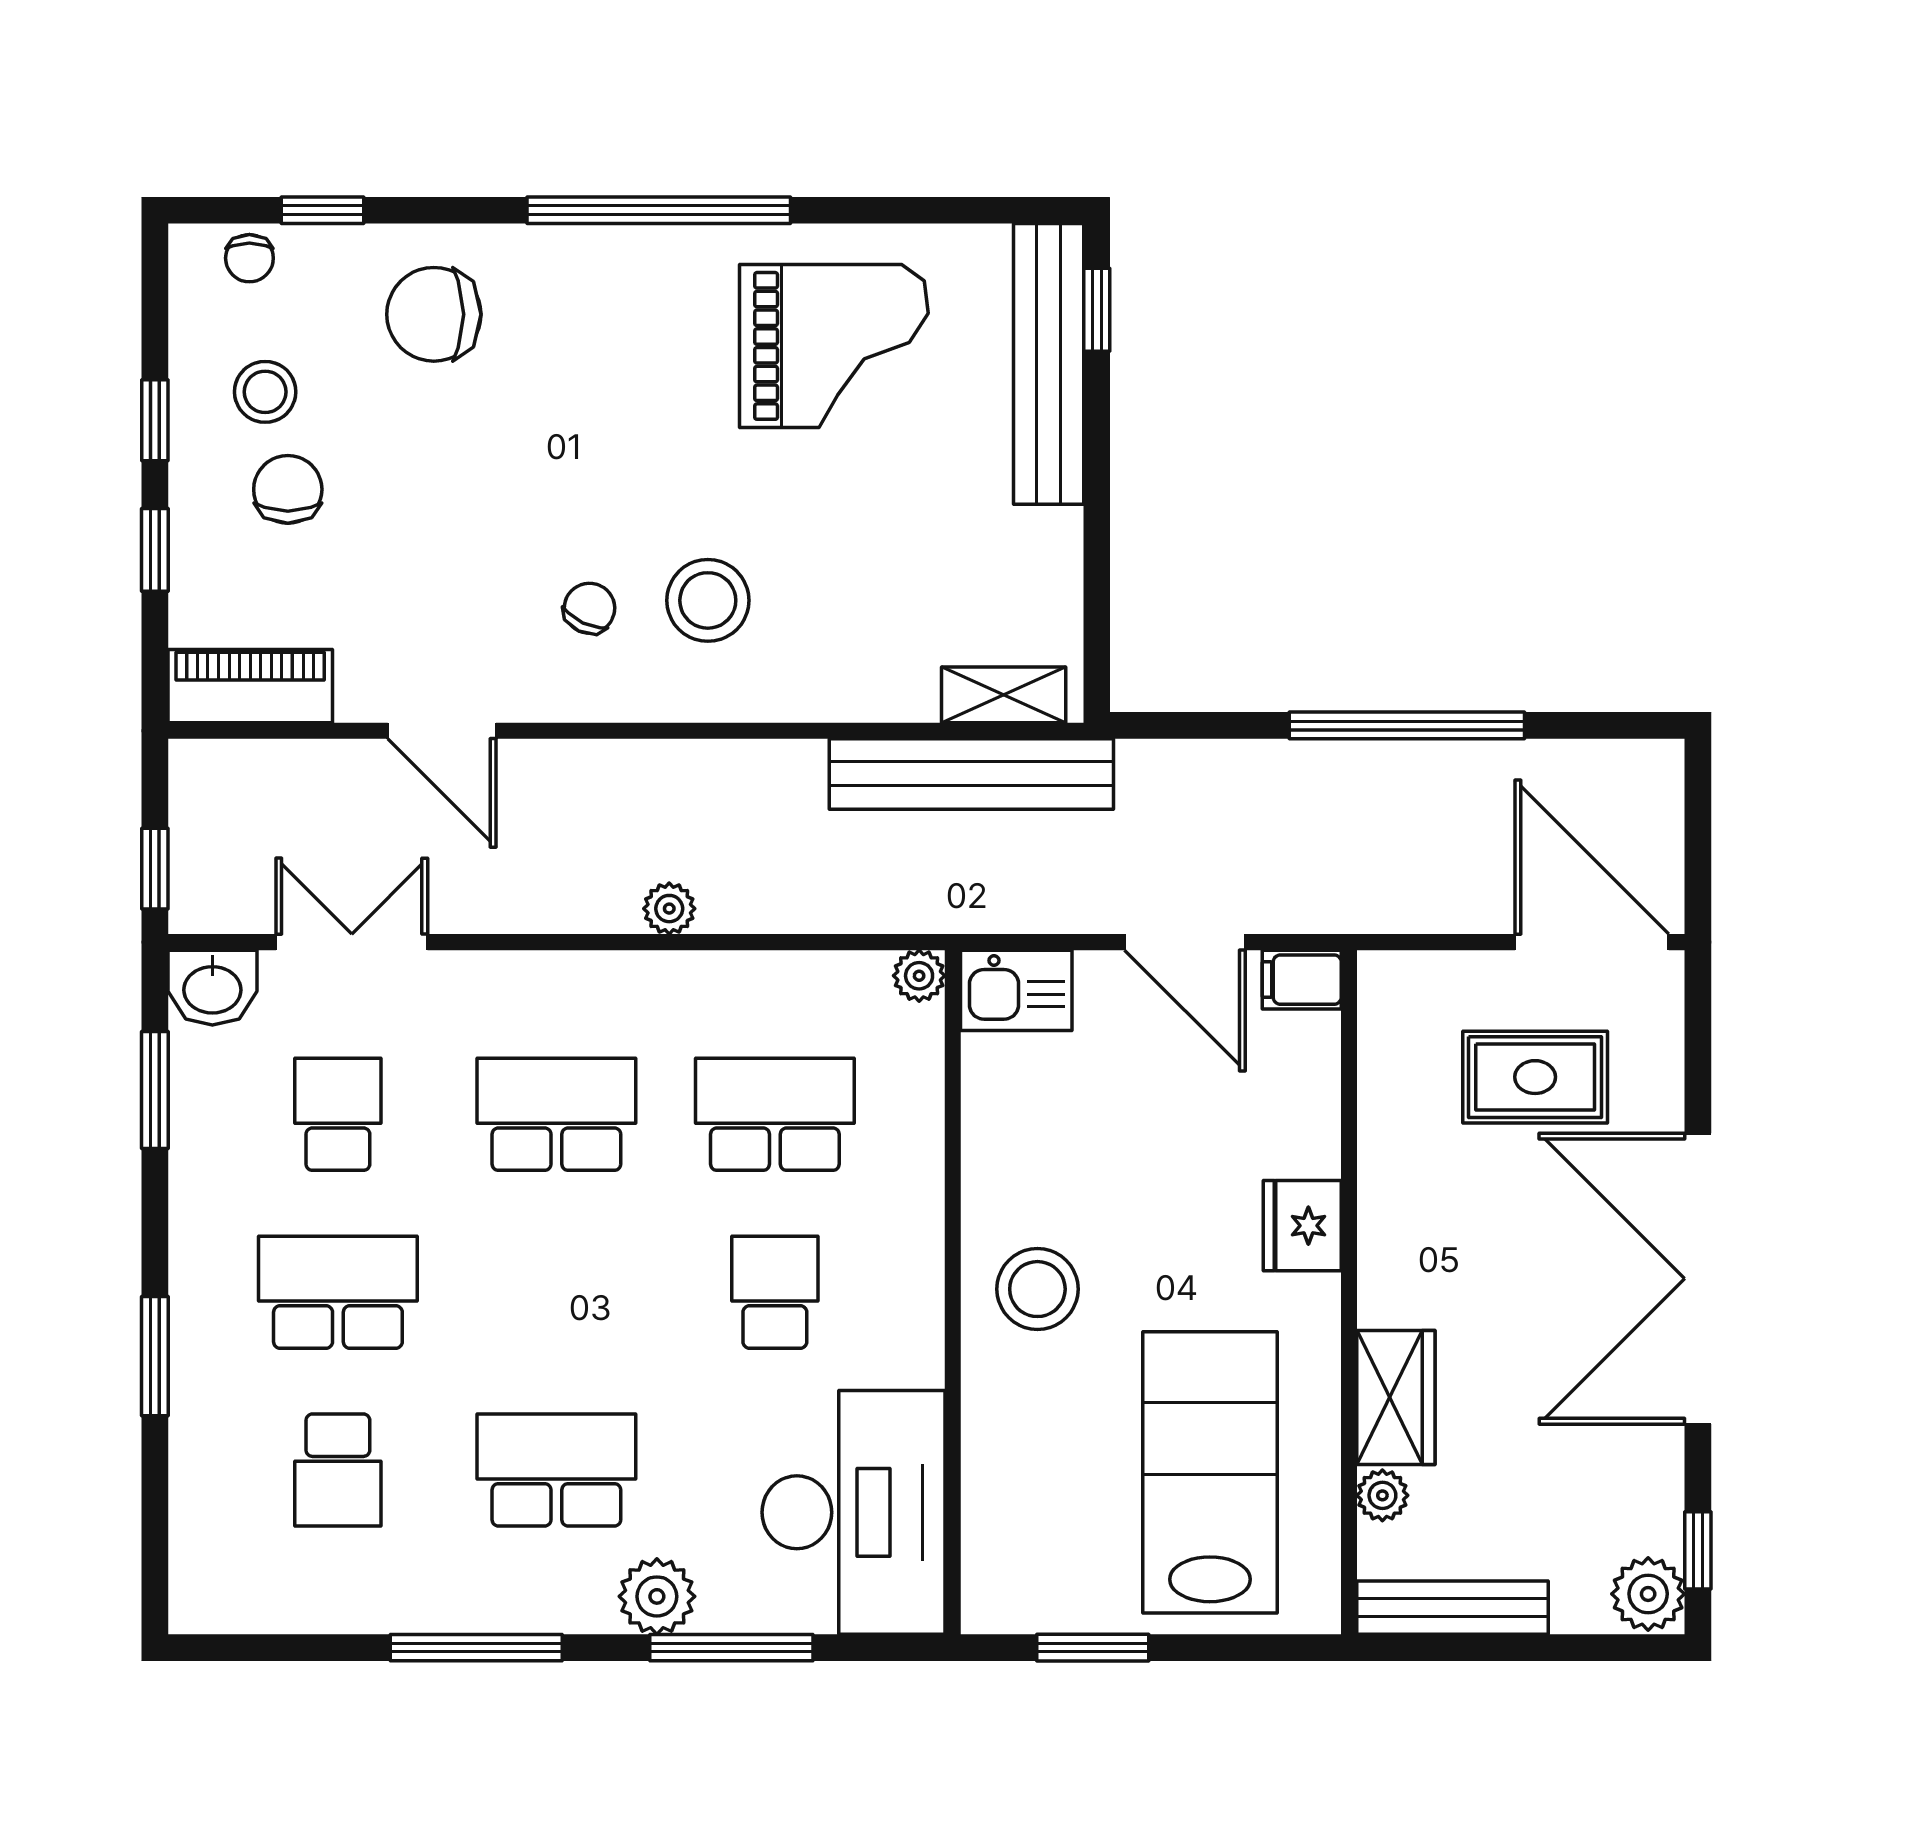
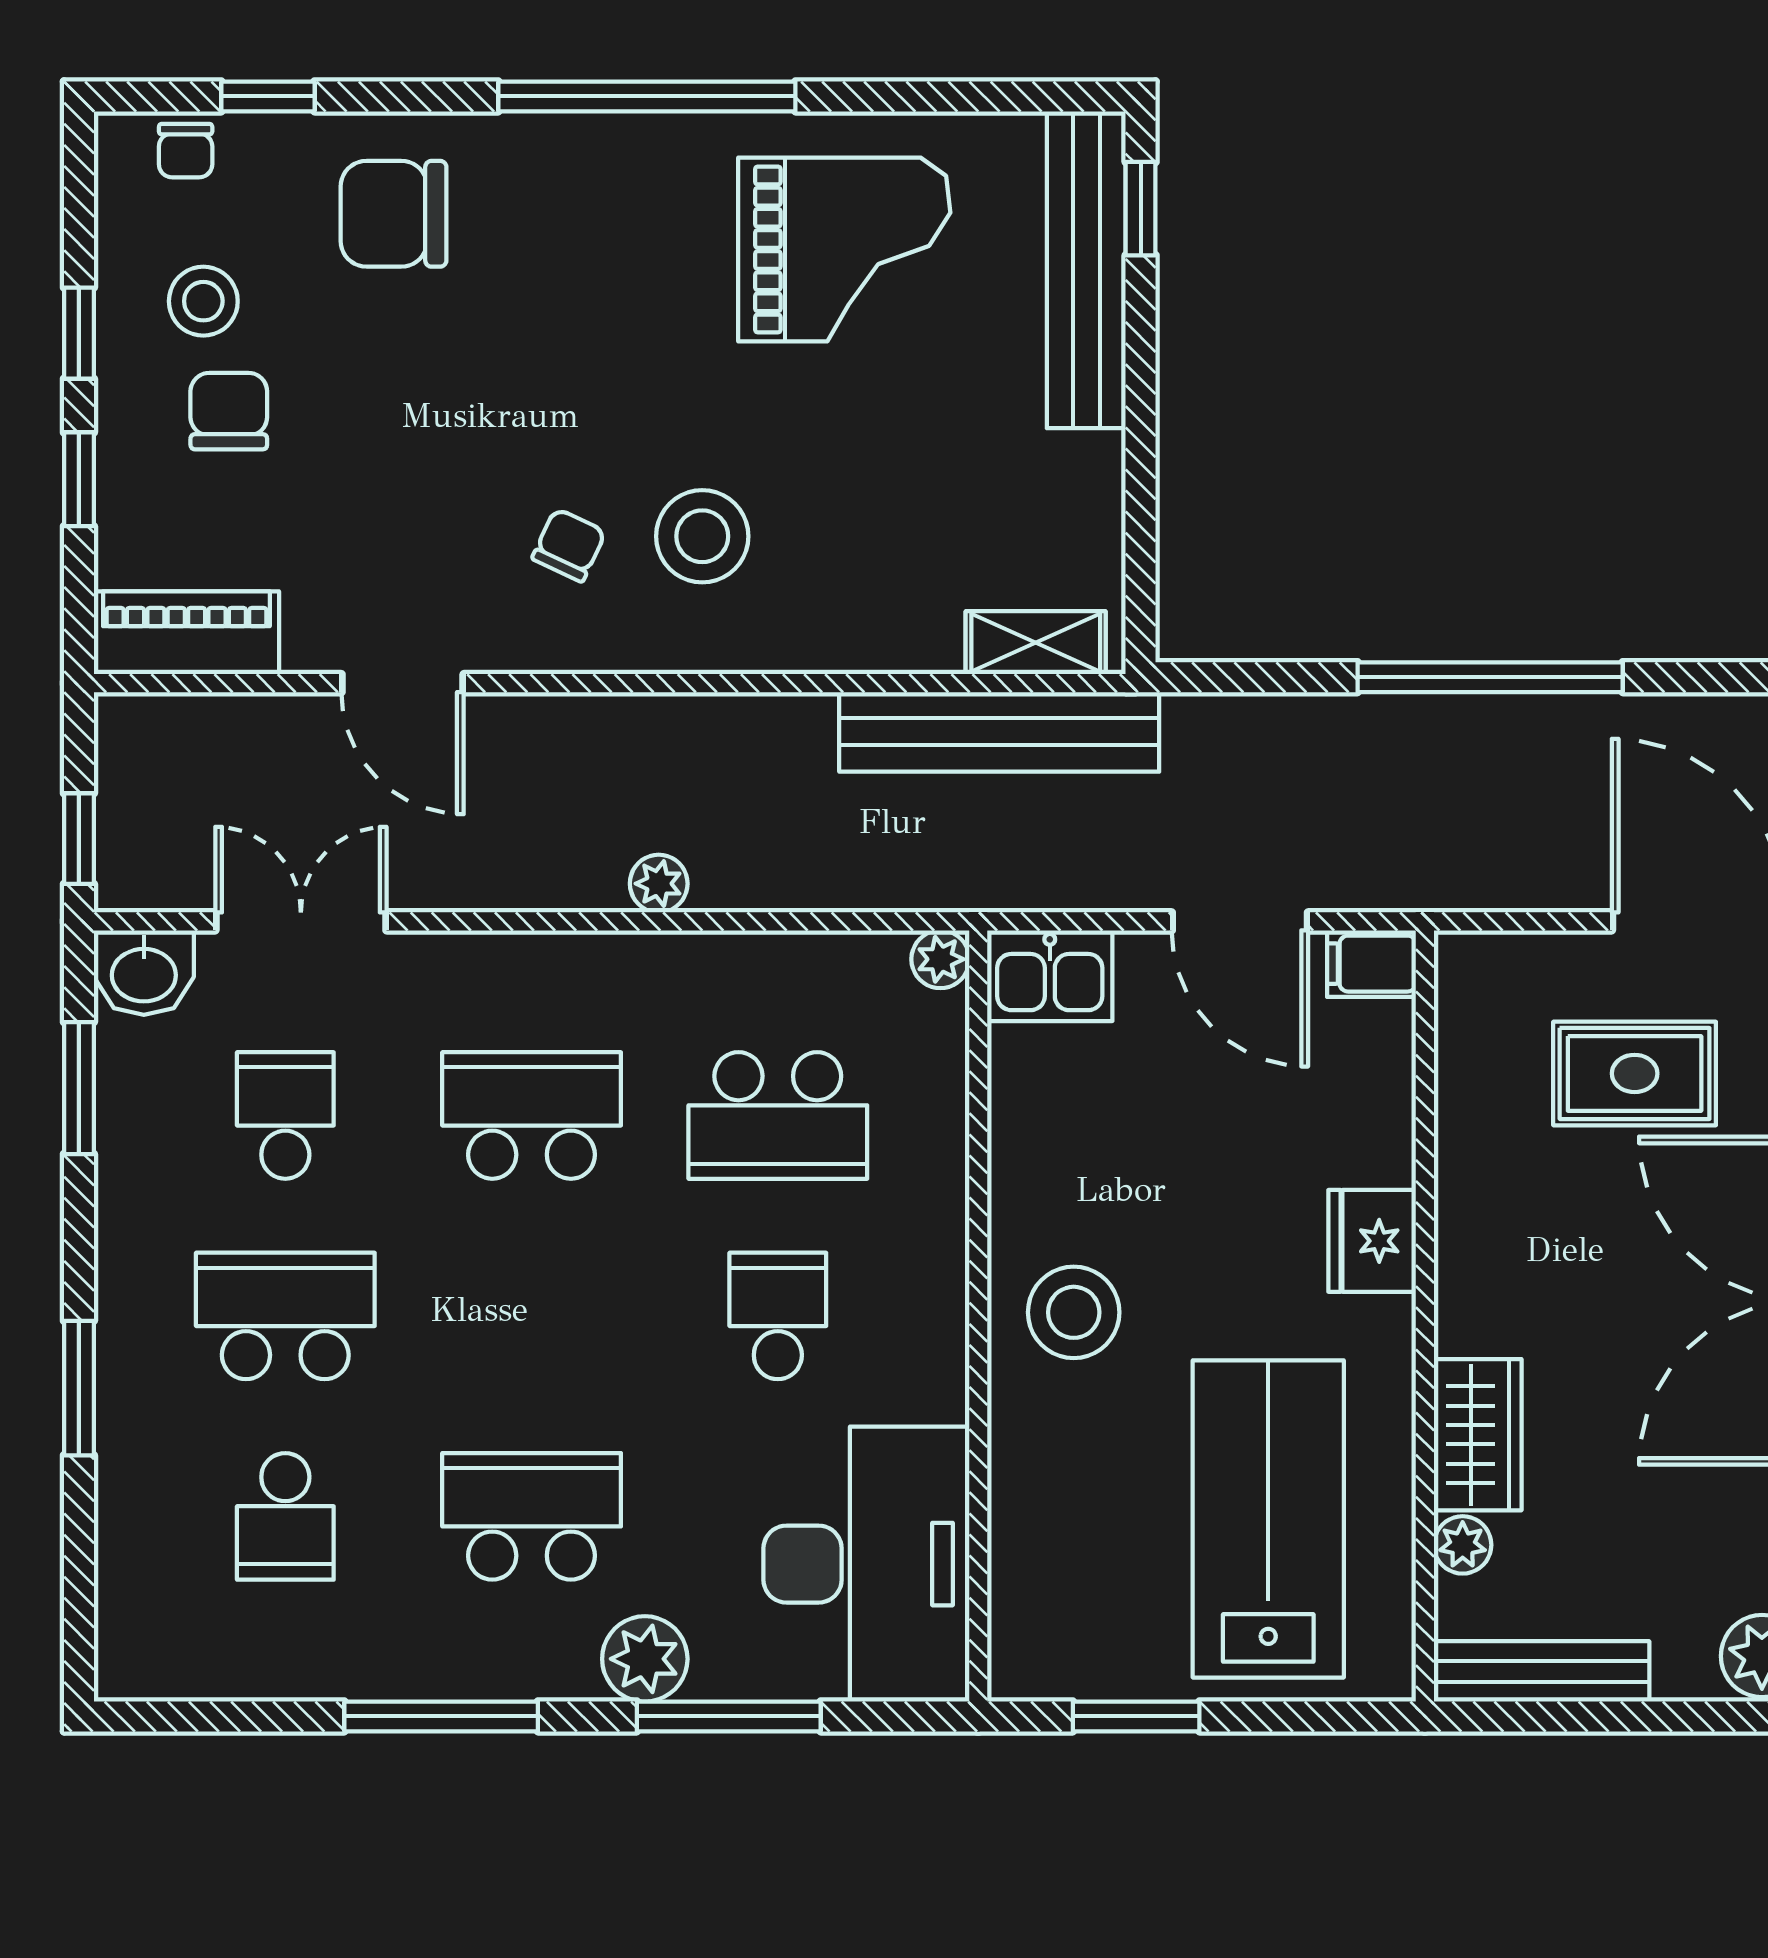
school desk: (775, 1114) -> (778, 1115), turned 180

